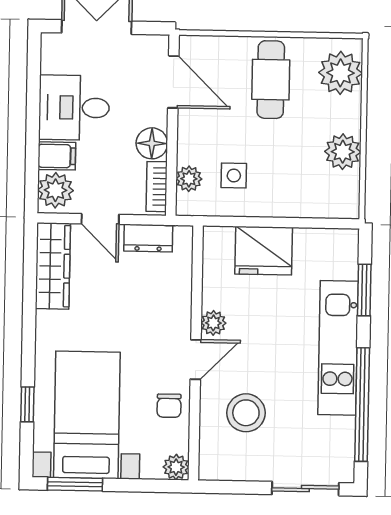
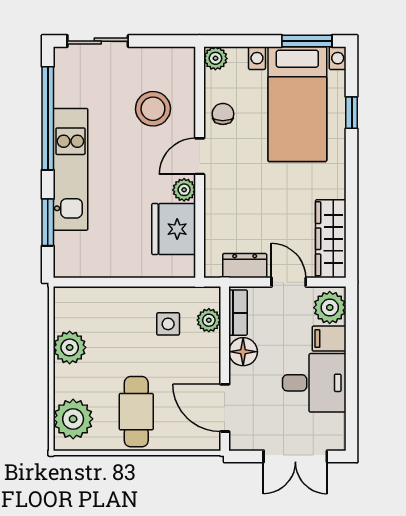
fridge: (264, 251) -> (174, 229), moved, turned -90

